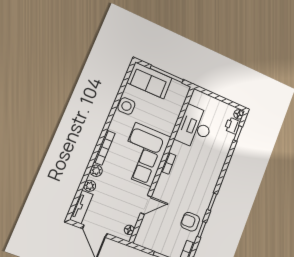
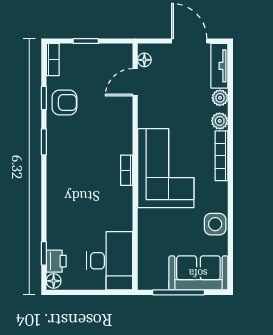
desk: (195, 127) -> (110, 261), moved
door: (146, 205) -> (135, 82), moved

